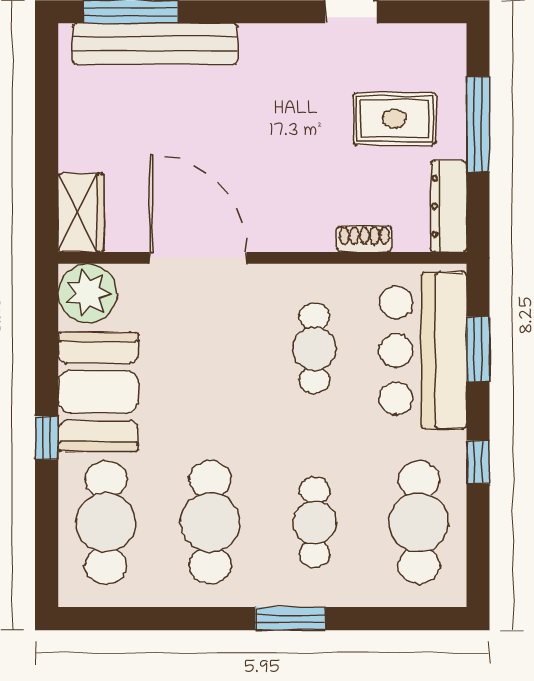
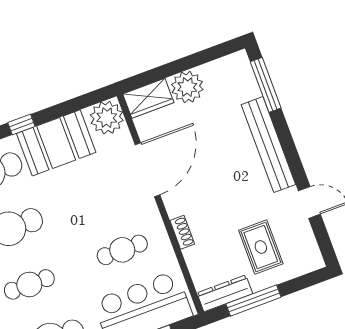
bench: (155, 44) -> (268, 145), moved
window: (478, 124) -> (253, 300), moved
plant: (86, 142) -> (187, 87), added
shoe rack: (364, 239) -> (182, 232), moved

